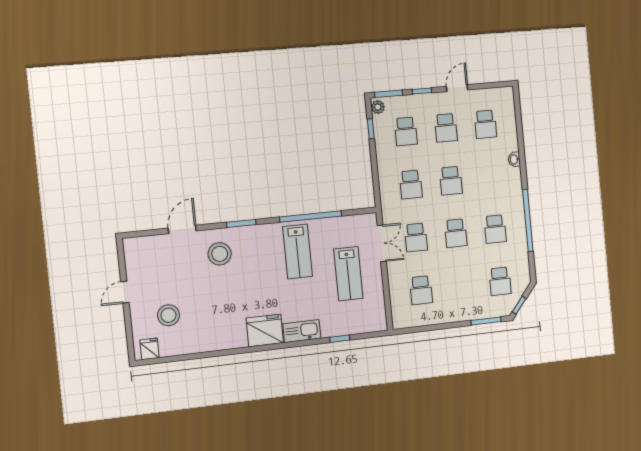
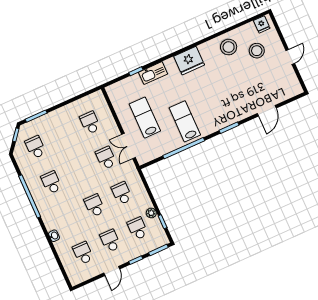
plant: (378, 107) -> (151, 213), moved
school desk: (456, 233) -> (79, 170), removed
stool: (220, 254) -> (229, 47), moved
kitchen sink: (302, 331) -> (153, 73), moved

